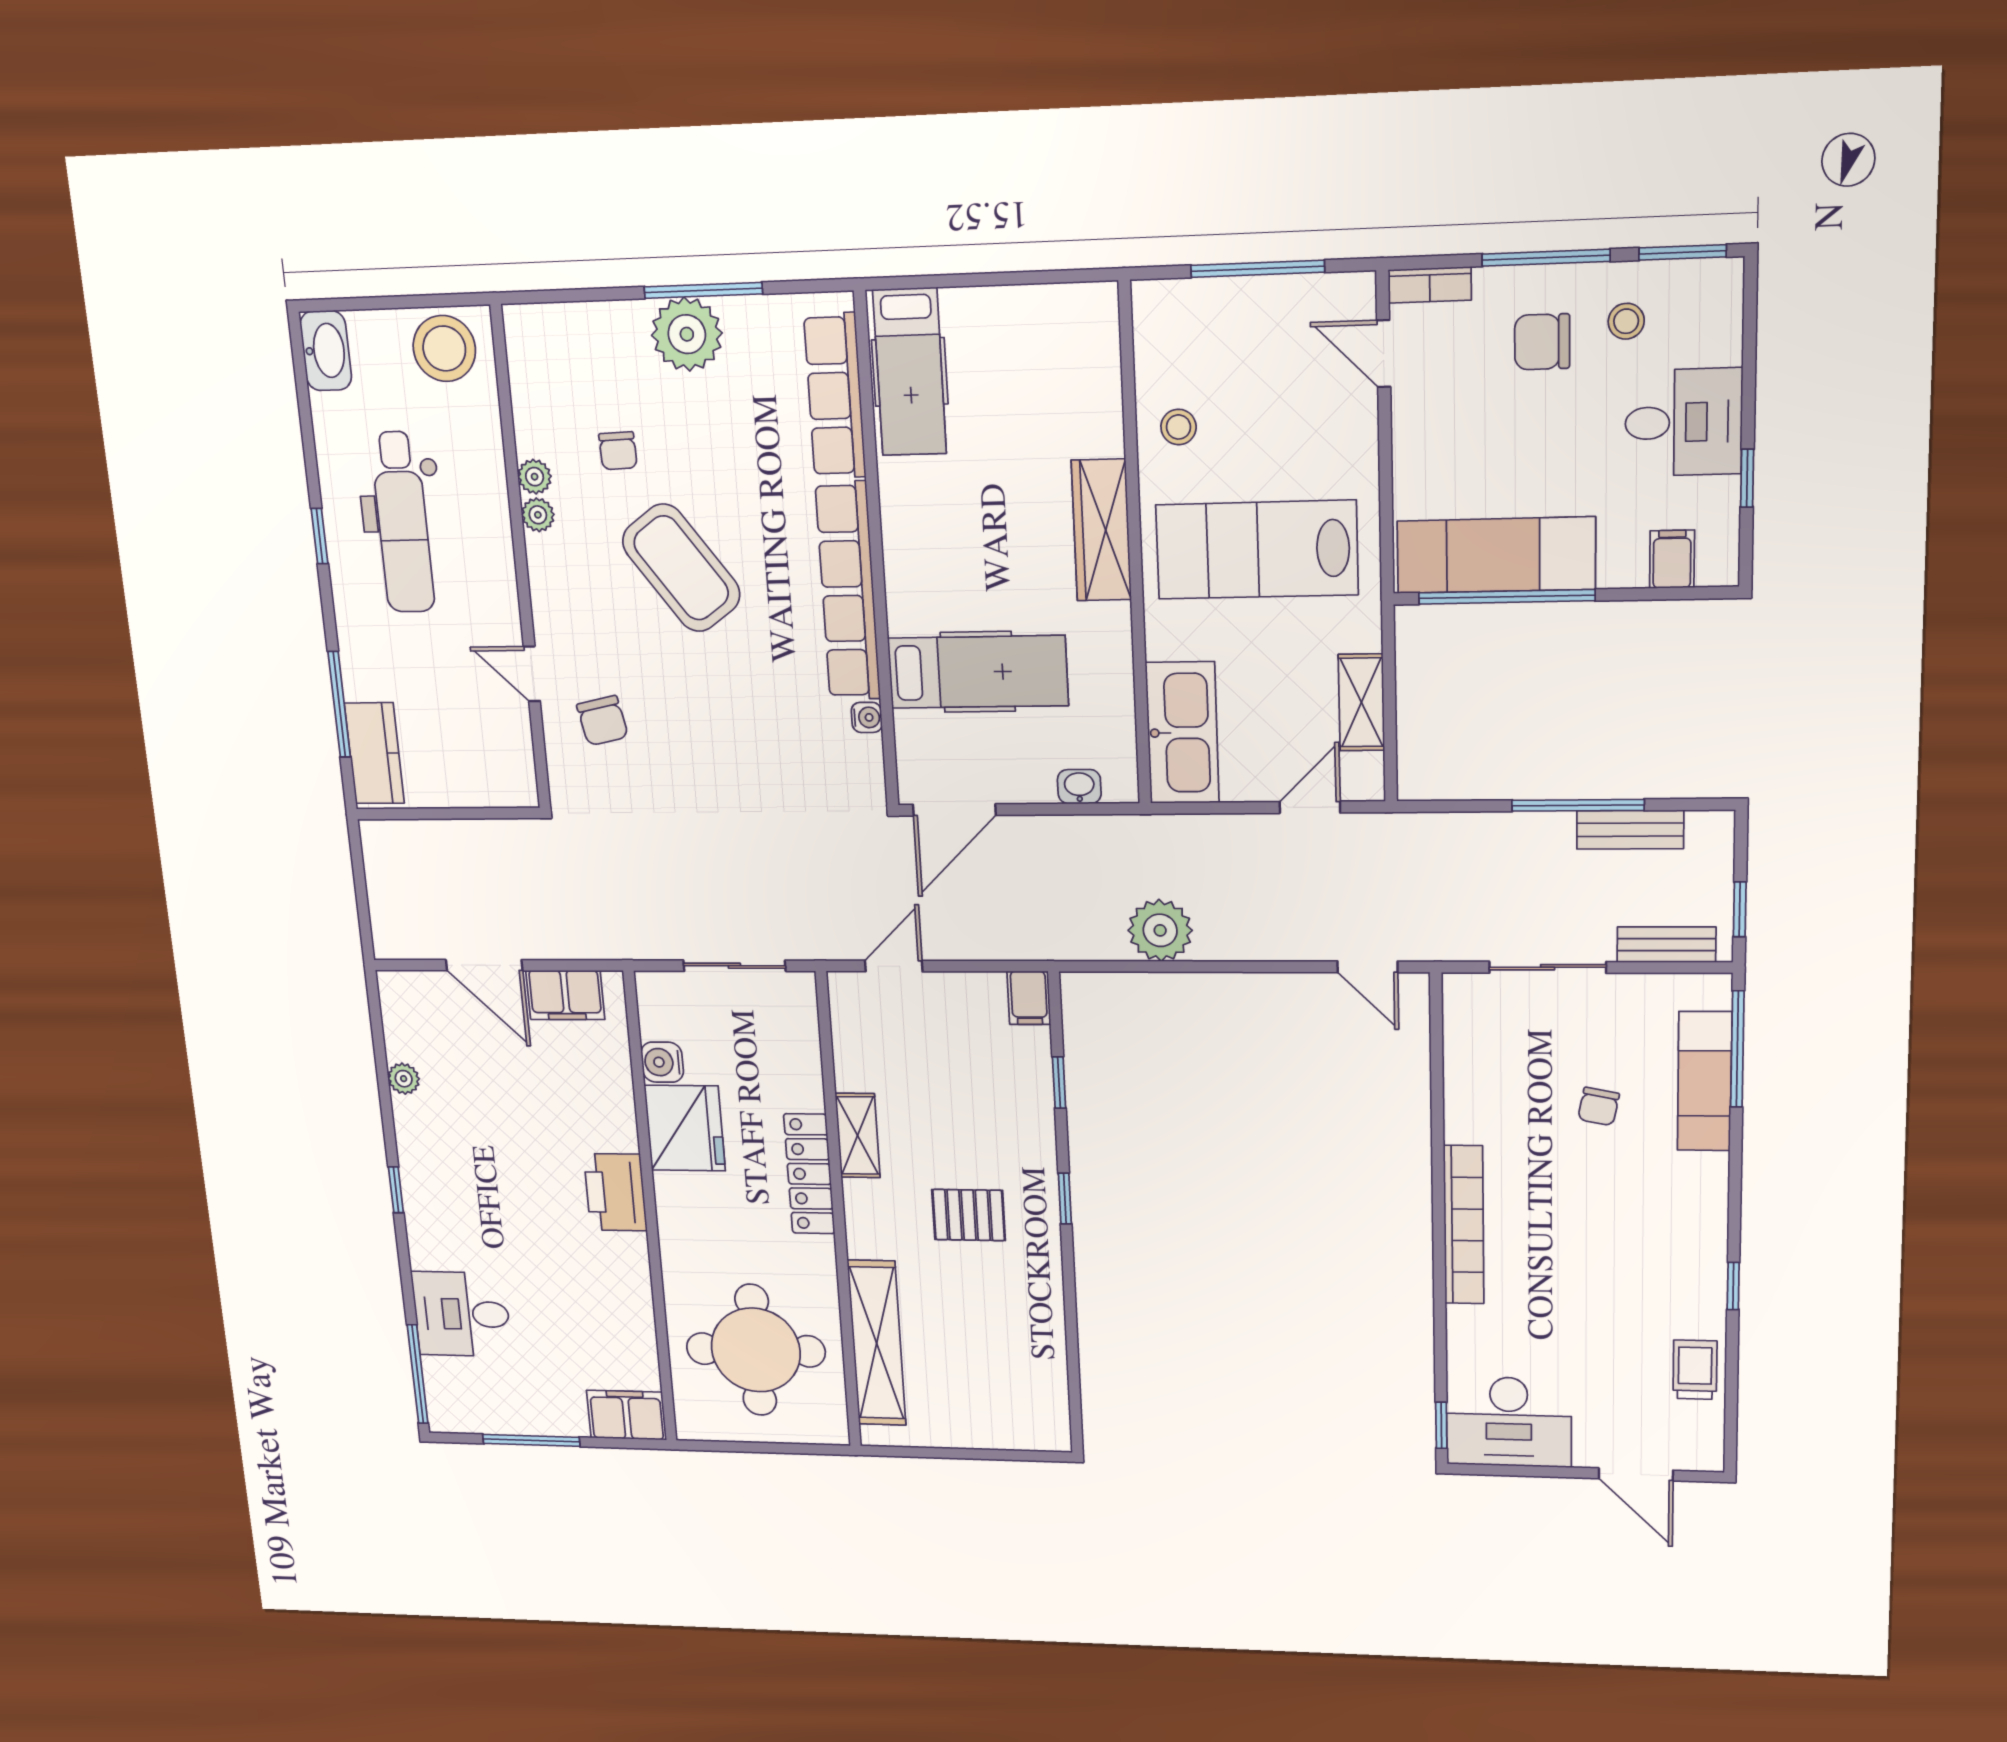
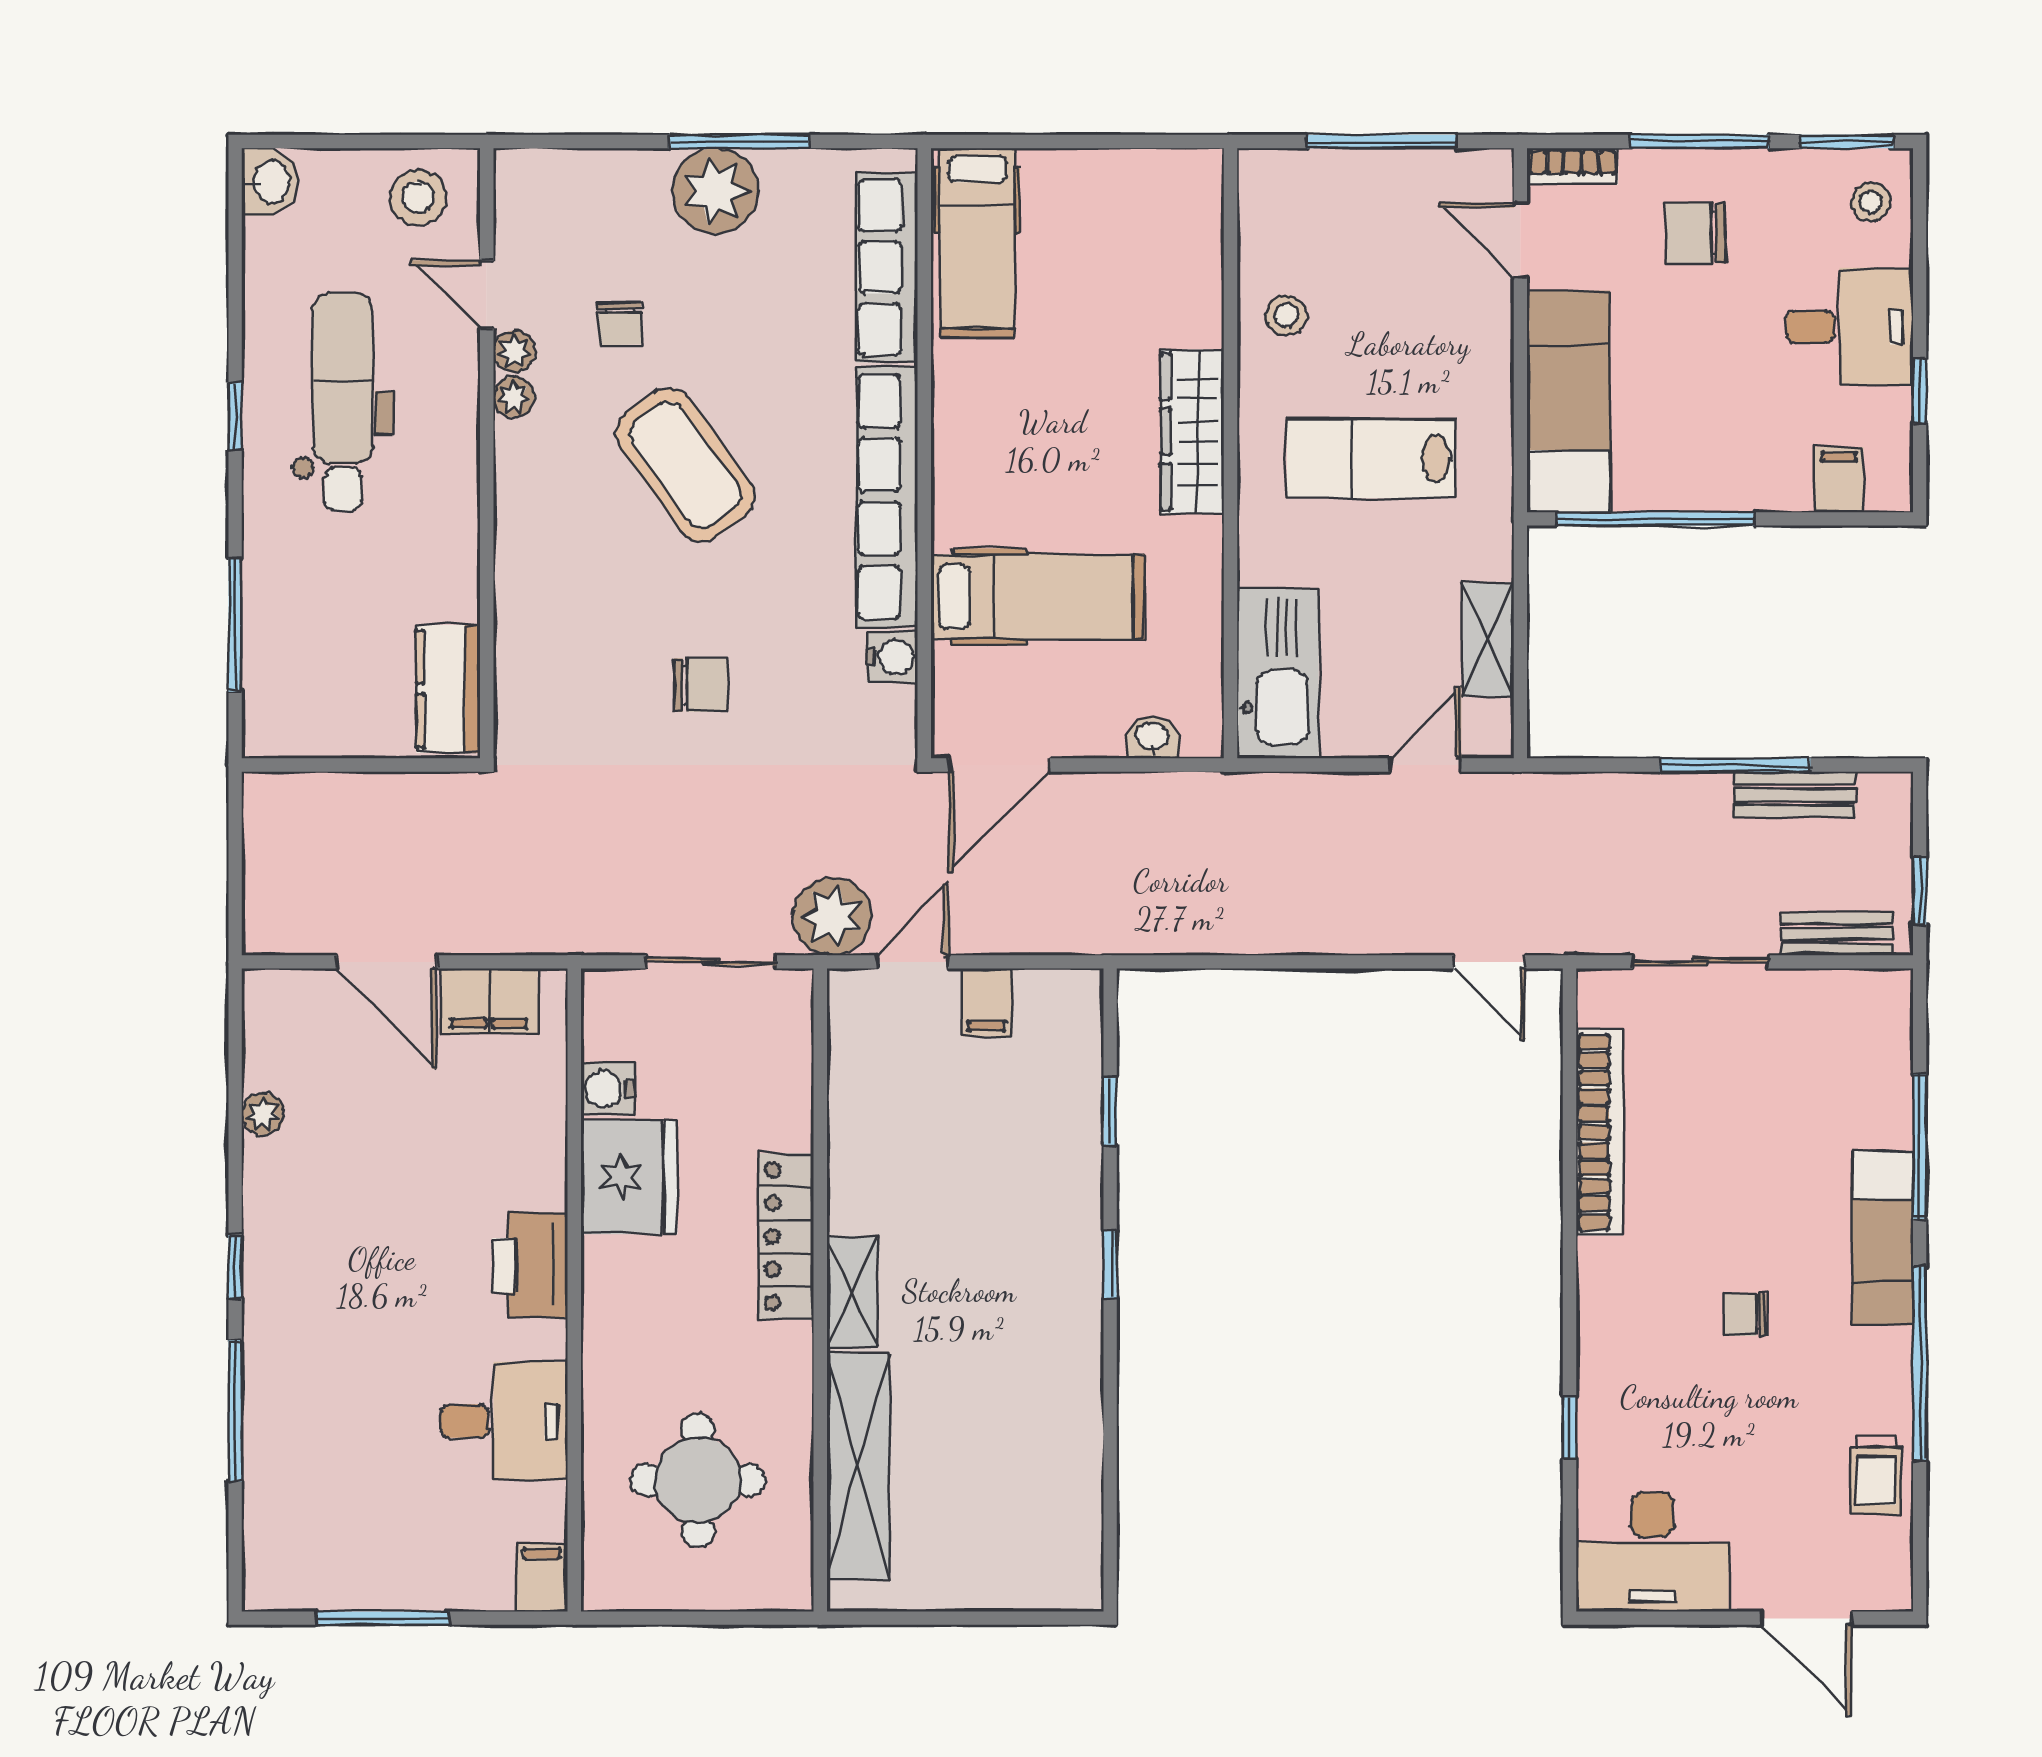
stool: (1626, 321) -> (1871, 202), moved
stool: (444, 348) -> (418, 197), width x0.73, depth x0.73
washbasin: (326, 351) -> (270, 182), width x0.72
dental chair: (403, 522) -> (343, 402), turned 180
lab bench: (1257, 550) -> (1372, 459), width x0.73, depth x0.72
exam couch: (1496, 555) -> (1568, 401), moved, turned 90
door: (532, 674) -> (487, 295), moved
water cooler: (867, 717) -> (892, 657), width x1.38, depth x1.38
chair: (602, 721) -> (701, 685), moved, turned -78
kitchen counter: (374, 753) -> (448, 689), moved, turned 180
plant: (1160, 930) -> (832, 916), moved
filing cabinet: (1029, 998) -> (987, 1002), moved
window: (1737, 1049) -> (1920, 1147), moved
exam couch: (1705, 1081) -> (1883, 1238), moved
chair: (1599, 1106) -> (1745, 1315), moved, turned 79
shelving: (858, 1135) -> (852, 1292), moved
pallet: (969, 1215) -> (987, 1288), removed
bookcase: (1464, 1225) -> (1600, 1132), moved
window: (1733, 1286) -> (1920, 1364), width x3.17
desk: (462, 1314) -> (504, 1421), moved, turned 180
round table: (756, 1350) -> (698, 1480), width x0.73, depth x0.73
trolley: (1695, 1370) -> (1876, 1475), turned 180
window: (418, 1374) -> (235, 1411), moved
filing cabinet: (627, 1415) -> (542, 1577), width x0.50
window: (1441, 1425) -> (1570, 1428), moved

